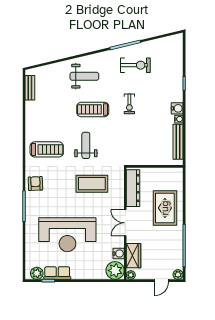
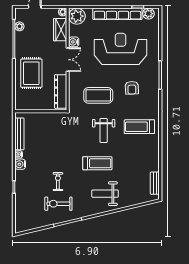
exercise bike: (129, 104) -> (58, 182), moved
armchair: (35, 184) -> (132, 88), moved
water cooler: (119, 254) -> (74, 42), moved
row of seats: (57, 273) -> (117, 14), width x2.02
plant: (178, 275) -> (19, 26), moved

